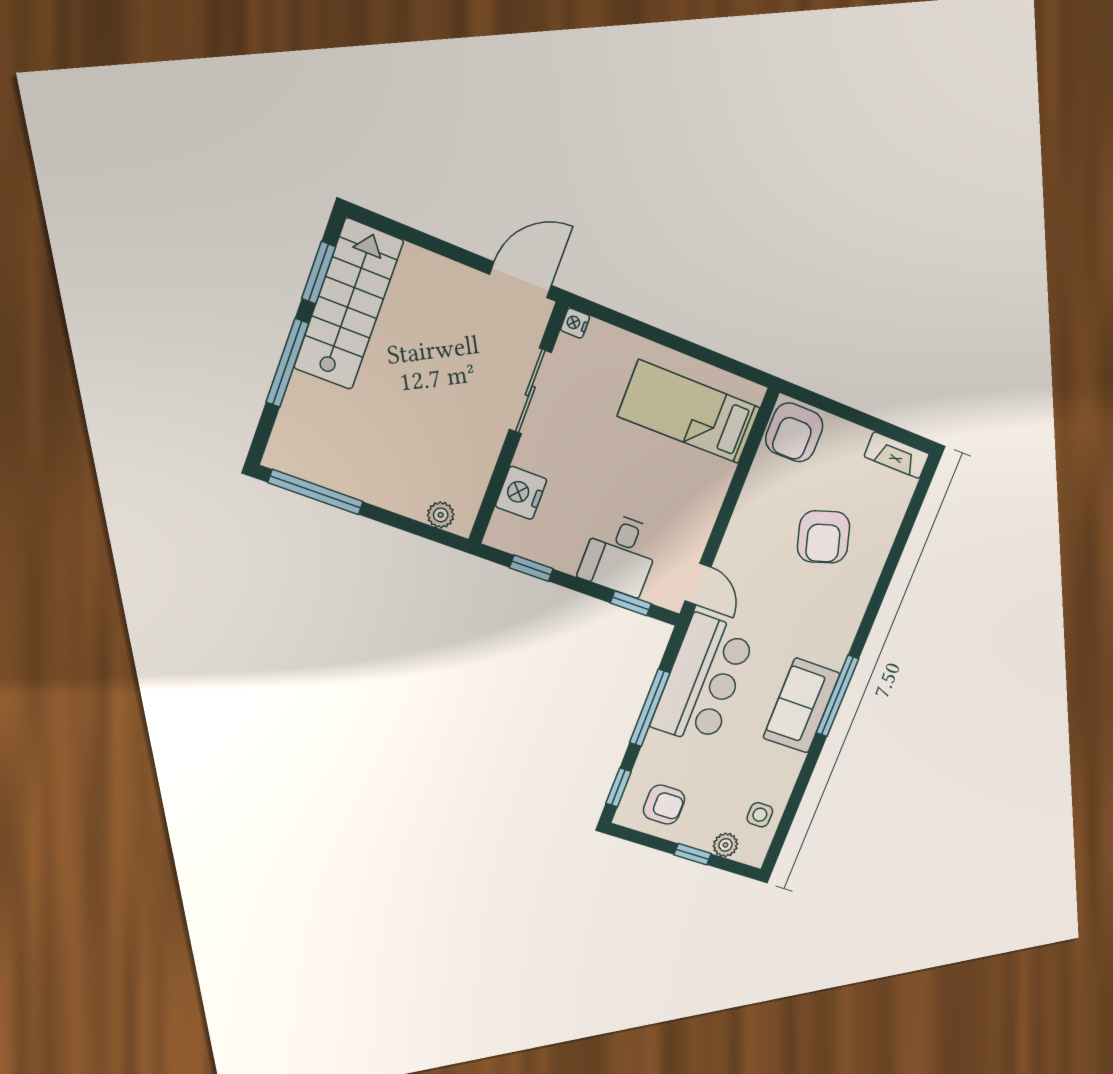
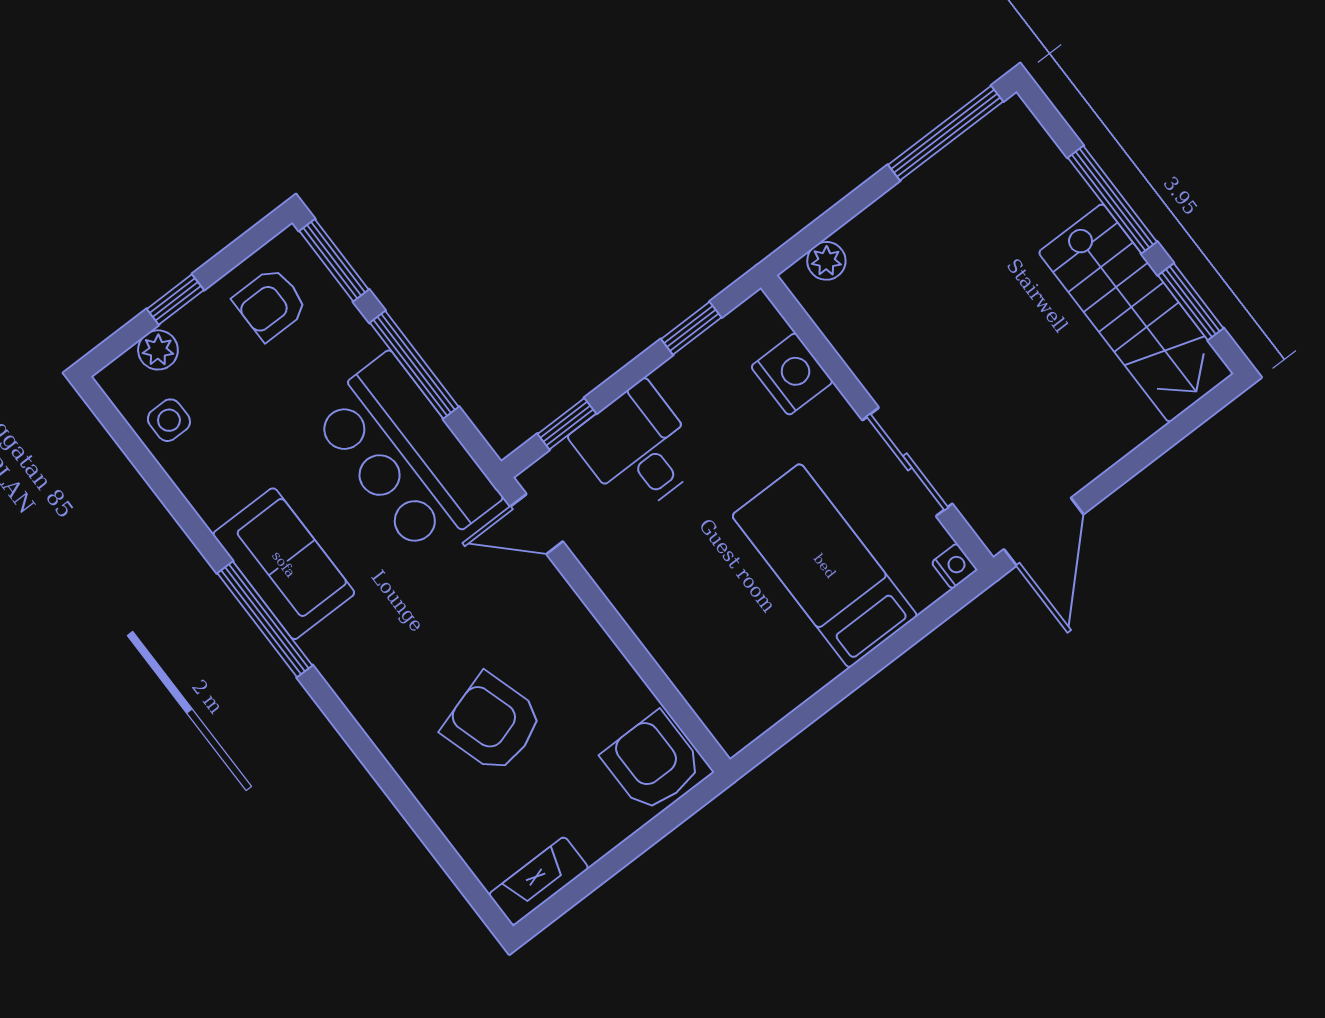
bed: (689, 412) -> (825, 566), moved, turned -90
window: (619, 787) -> (334, 260), width x1.50

